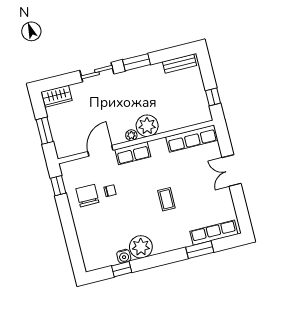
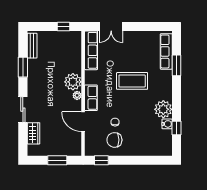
window: (137, 62) -> (23, 67), moved
wardrobe: (57, 96) -> (33, 133), moved
double door: (231, 171) -> (111, 26), moved
coffee table: (166, 199) -> (132, 81), width x1.86, depth x1.72

